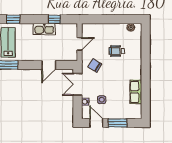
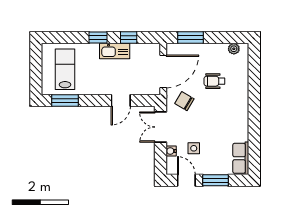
window: (13, 19) -> (98, 38), moved
window: (99, 19) -> (191, 38), added
door: (80, 44) -> (163, 71), width x1.87
row of seats: (136, 92) -> (241, 158), moved

